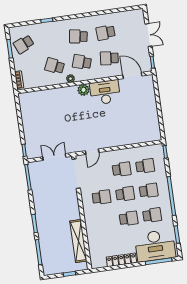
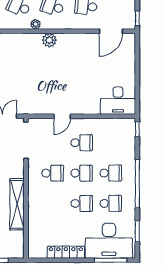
door: (132, 75) -> (111, 31), swing flipped
desk: (105, 92) -> (118, 101), moved, turned 180
door: (92, 152) -> (62, 116), moved
school desk: (145, 166) -> (111, 143), removed
shelving: (78, 241) -> (17, 204), moved

